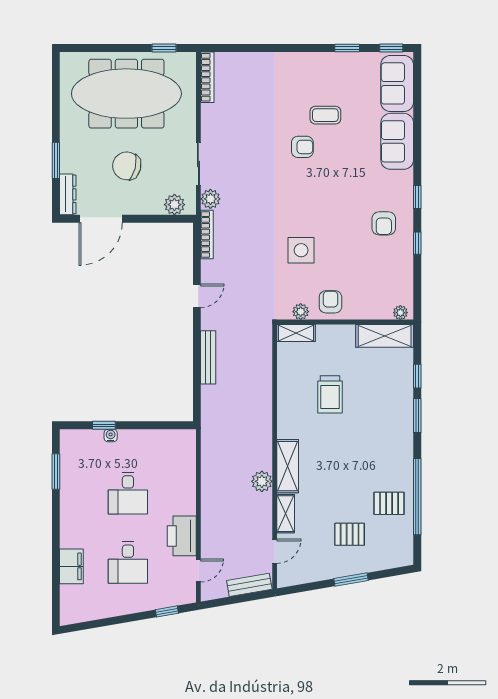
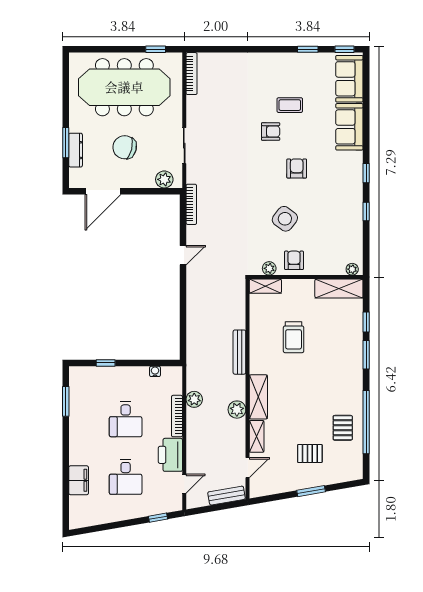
dresser: (68, 194) -> (76, 150), moved
plant: (210, 199) -> (194, 399), moved
armchair: (384, 223) -> (297, 169), moved, turned 180
side table: (301, 250) -> (285, 219), moved, turned 37
bench: (208, 357) -> (239, 352), moved
water cooler: (111, 436) -> (155, 371), moved
bookcase: (190, 489) -> (177, 416), added
pallet: (389, 503) -> (343, 428), turned 90

